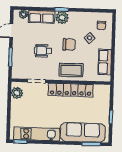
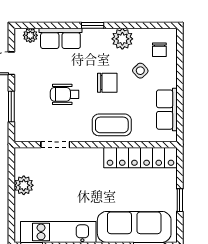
plant: (62, 18) -> (122, 39), moved
locker: (71, 90) -> (141, 158), moved
plant: (17, 93) -> (24, 185), moved

